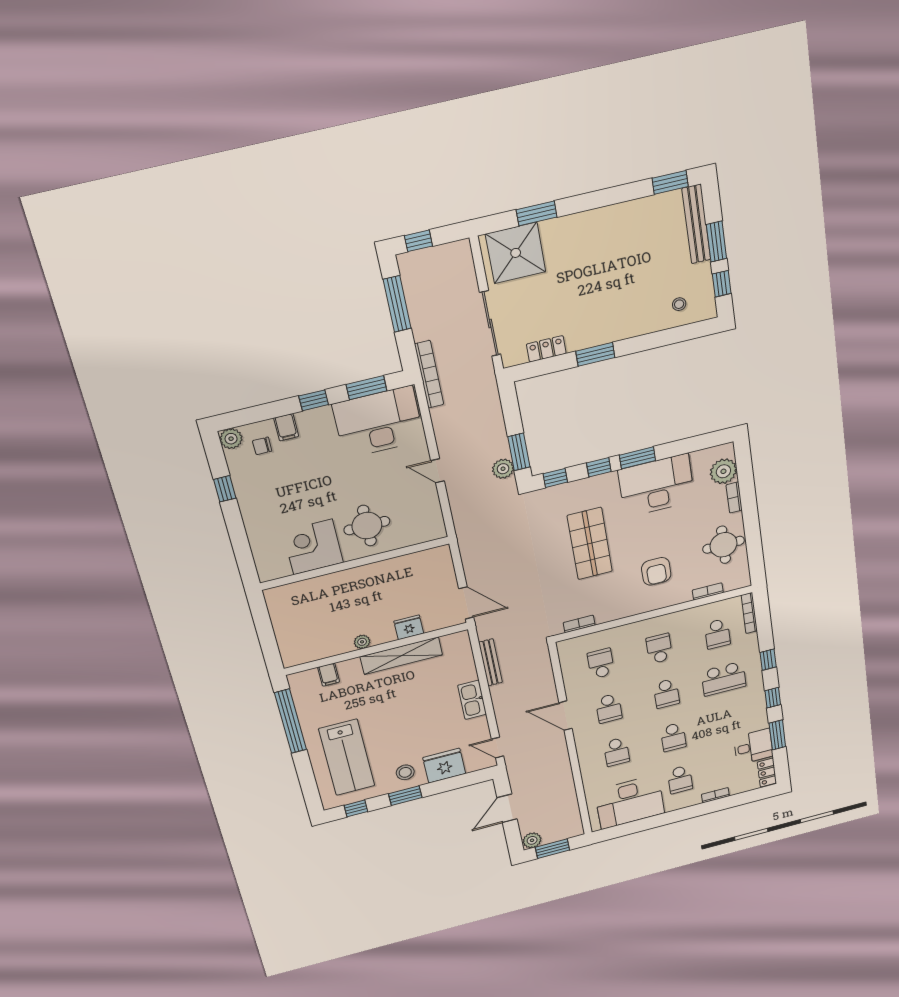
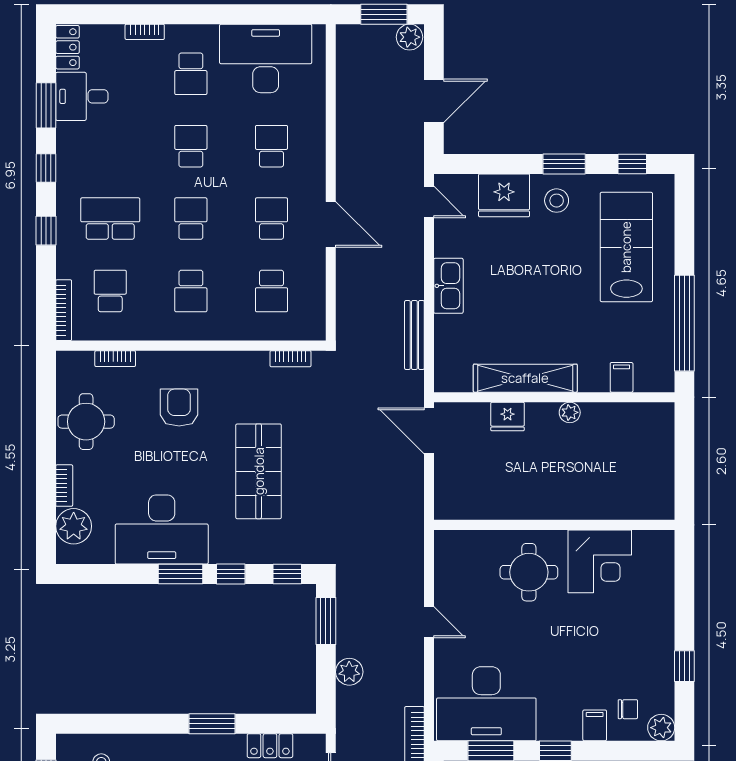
plant: (503, 469) -> (349, 672), moved
school desk: (680, 779) -> (191, 74), turned 180

